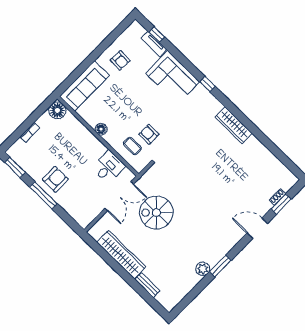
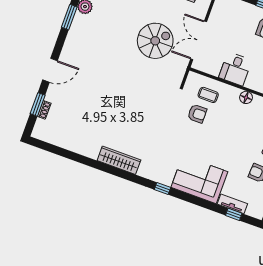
desk: (109, 167) -> (235, 69), moved

